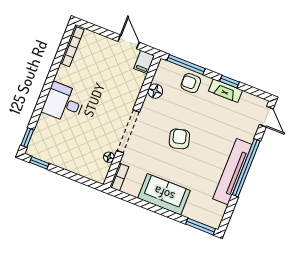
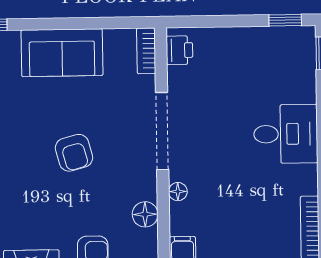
floor lamp: (109, 157) -> (178, 192), moved
printer: (101, 170) -> (179, 50), added

